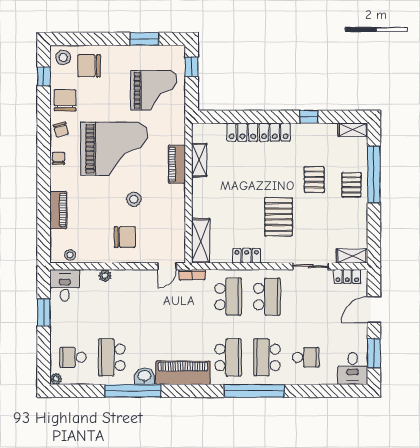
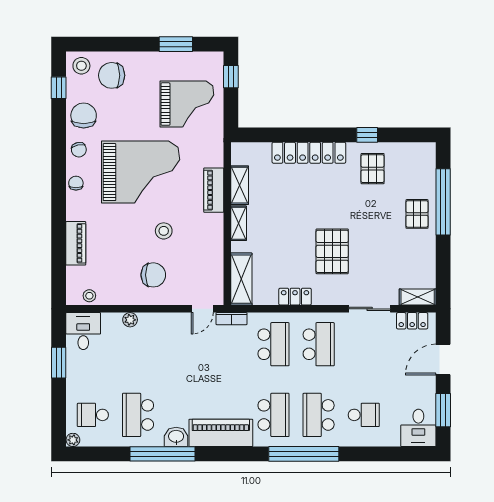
shelving: (353, 130) -> (239, 223), moved, turned 90
pallet: (314, 180) -> (373, 169), moved

